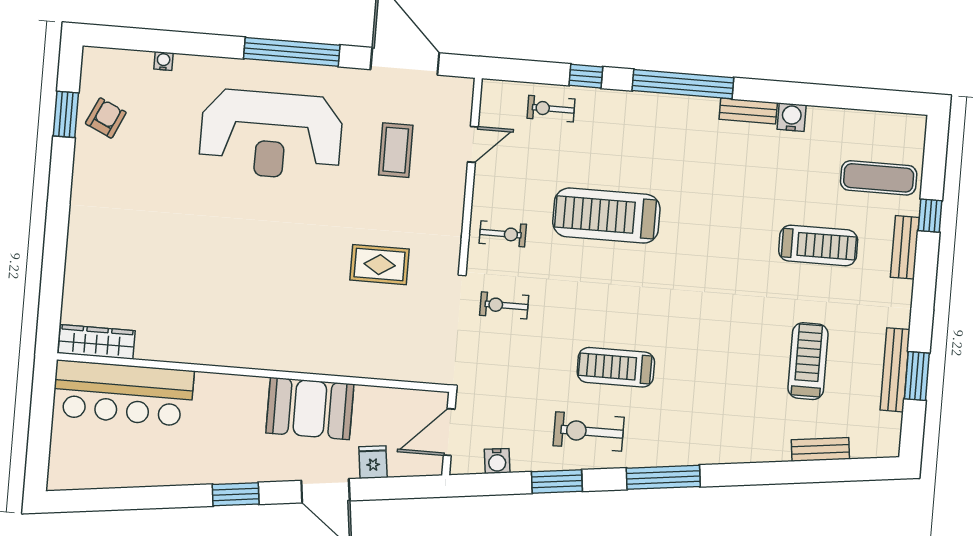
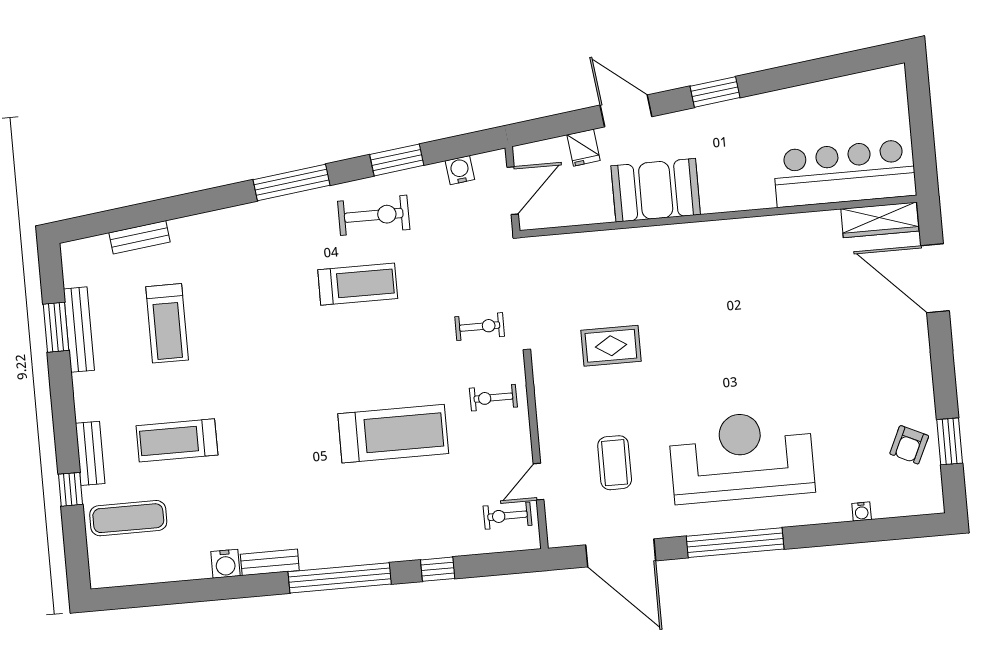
exercise bike: (551, 109) -> (508, 516), moved, turned 180
door: (53, 276) -> (935, 278), added

